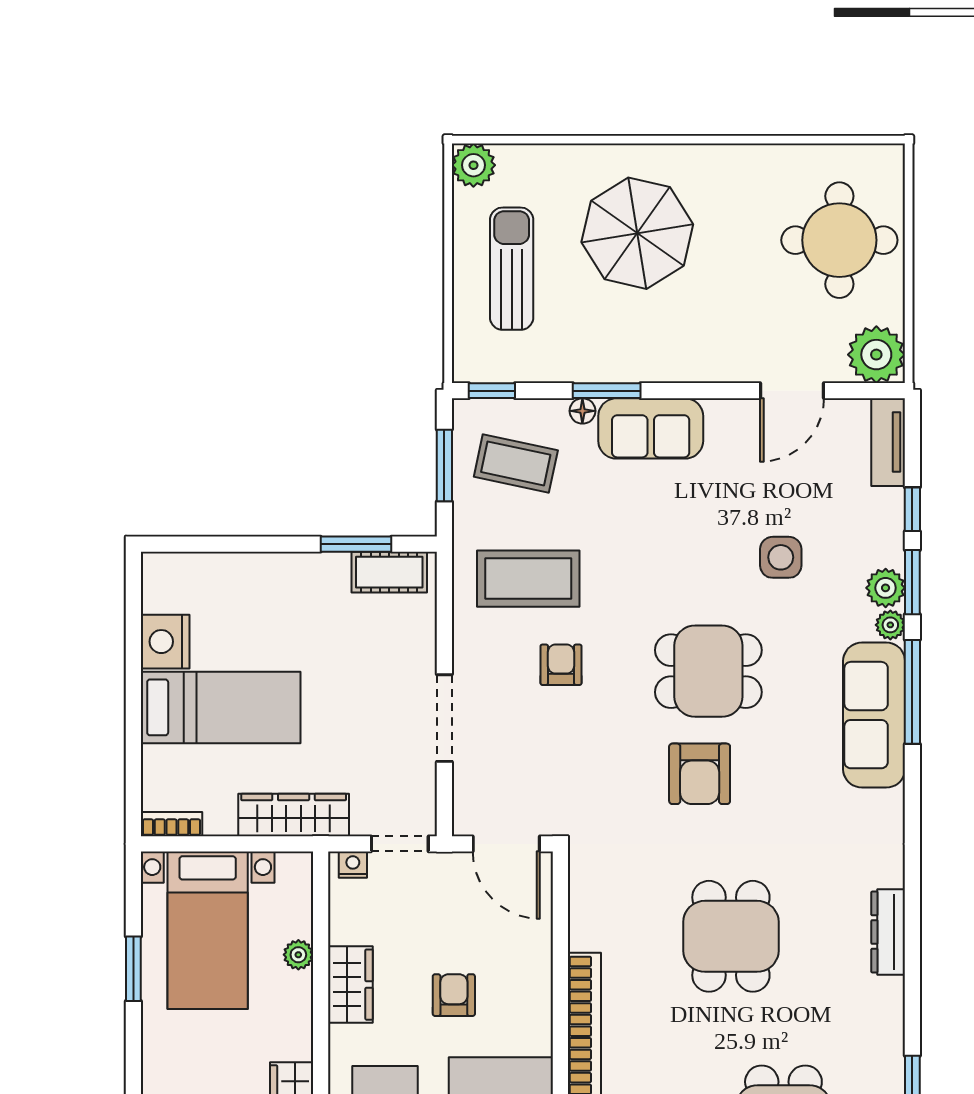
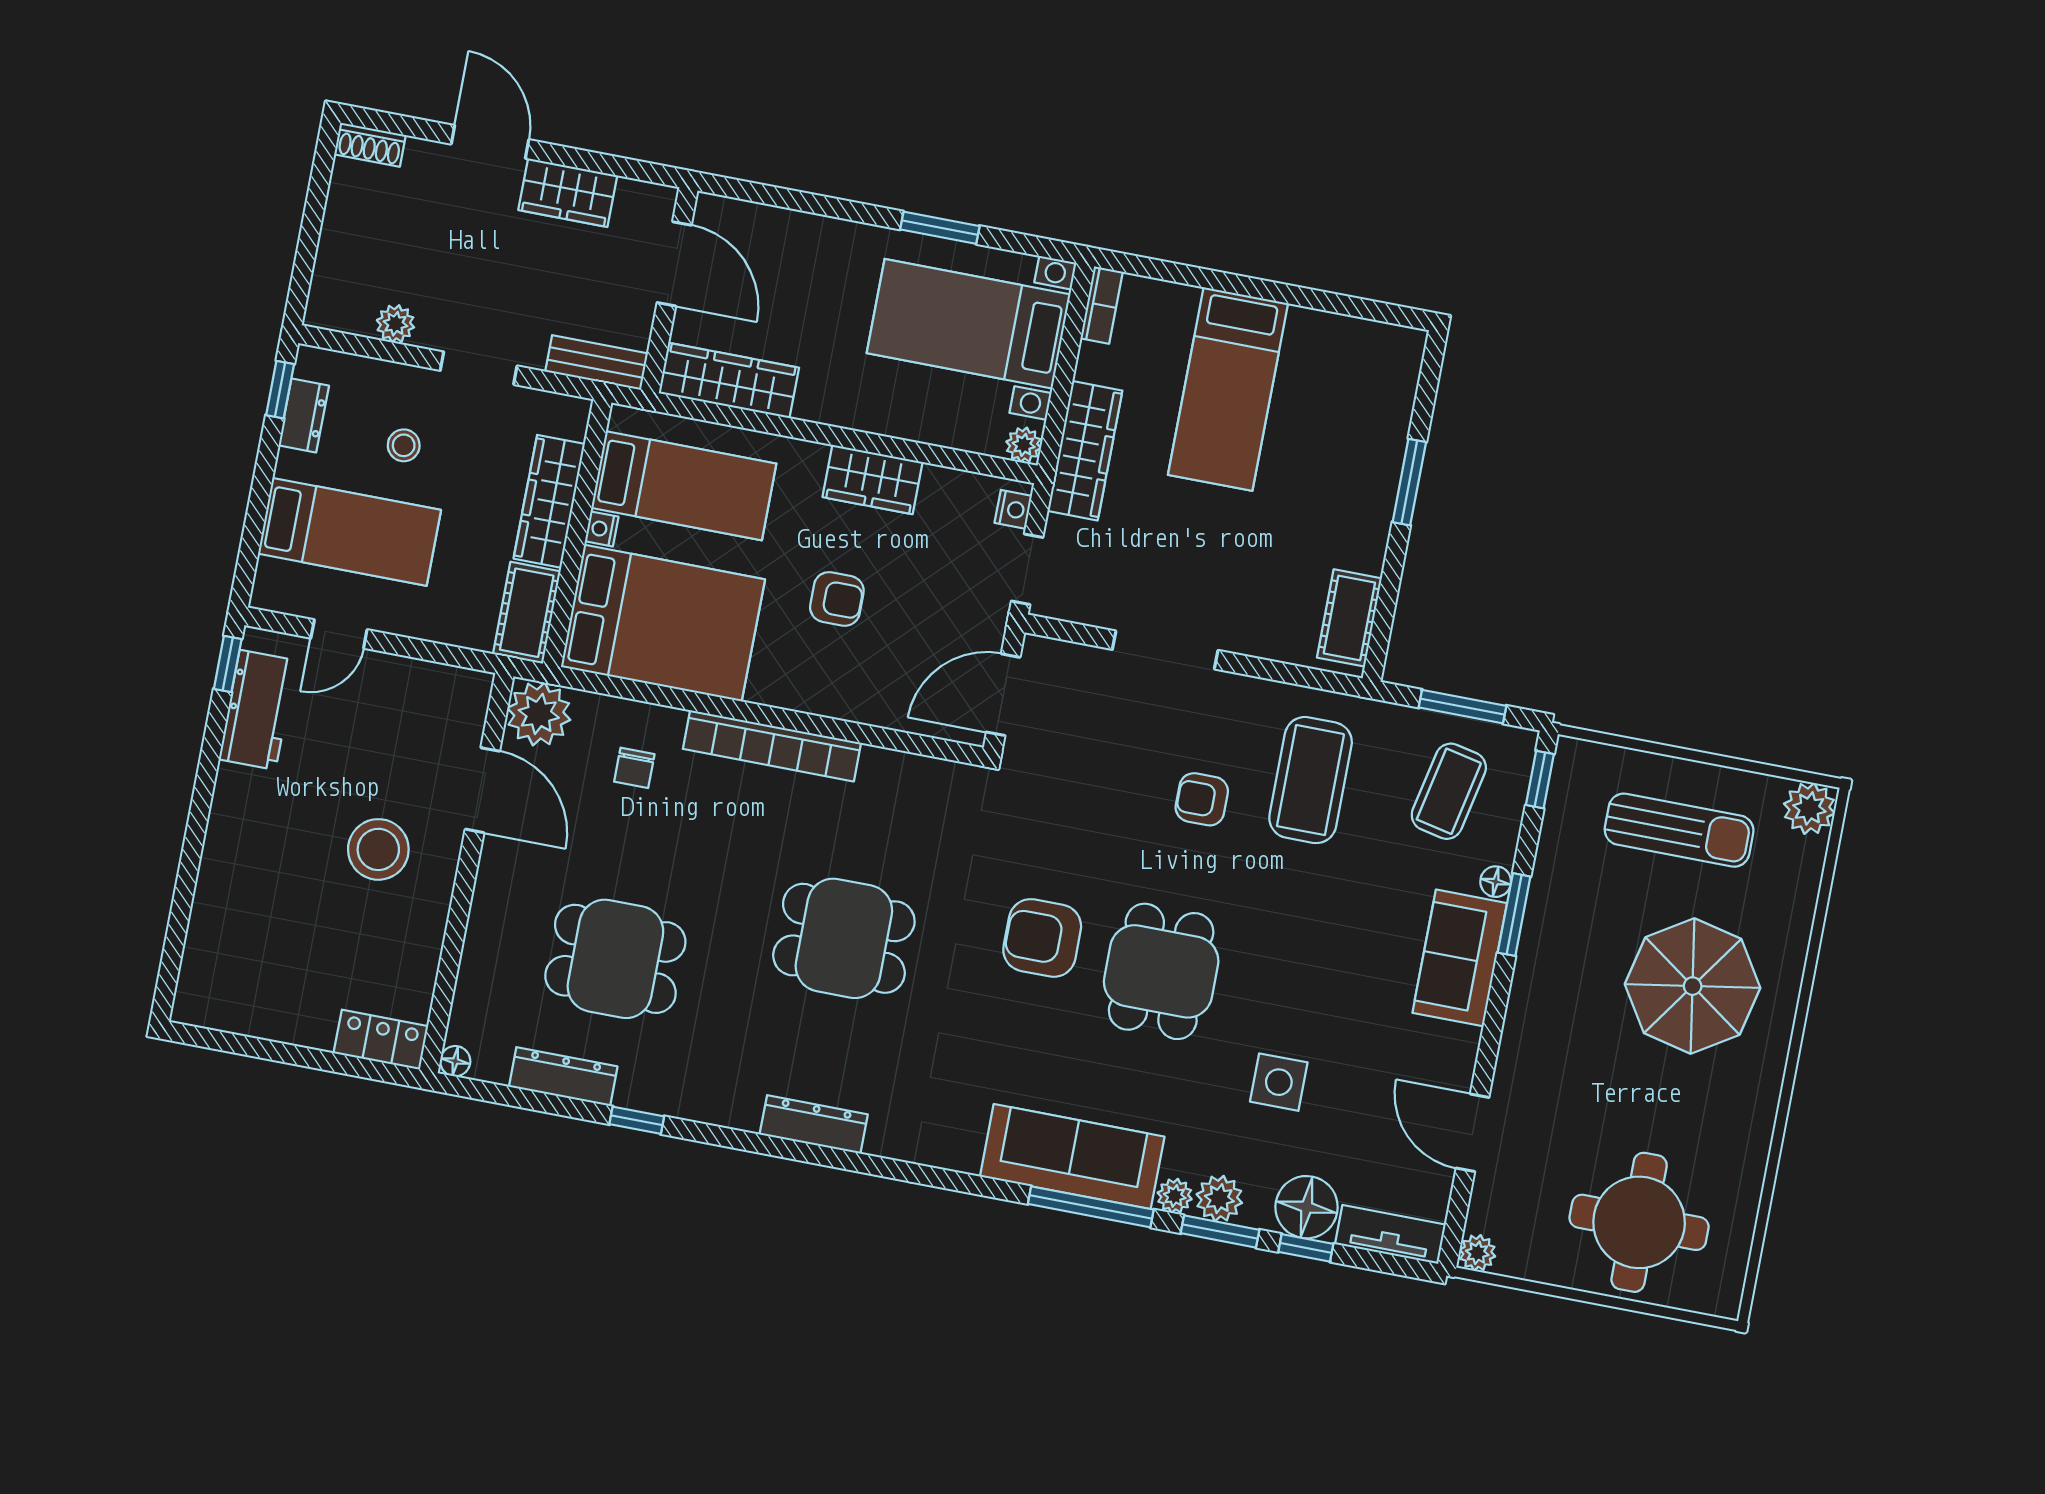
plant: (876, 355) -> (1477, 1253), width x0.53, depth x0.53
floor lamp: (879, 515) -> (1307, 1207), added
window: (356, 544) -> (1409, 482), moved
nightstand: (165, 642) -> (1318, 338), removed
armchair: (561, 665) -> (1202, 799), turned 180
plant: (298, 955) -> (1024, 445), moved

